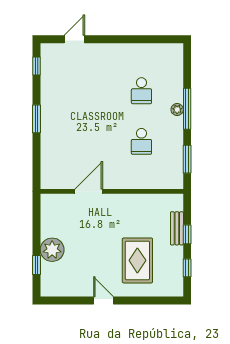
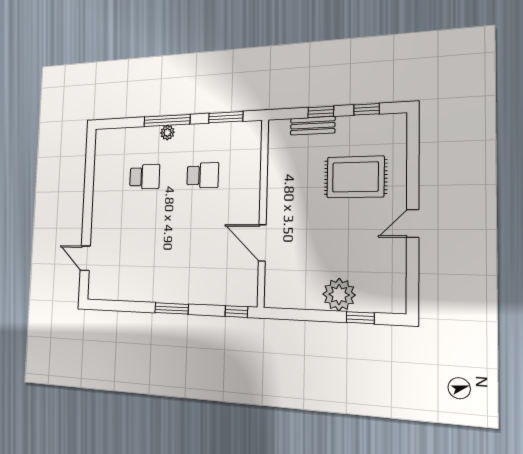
window: (36, 66) -> (236, 312), moved

